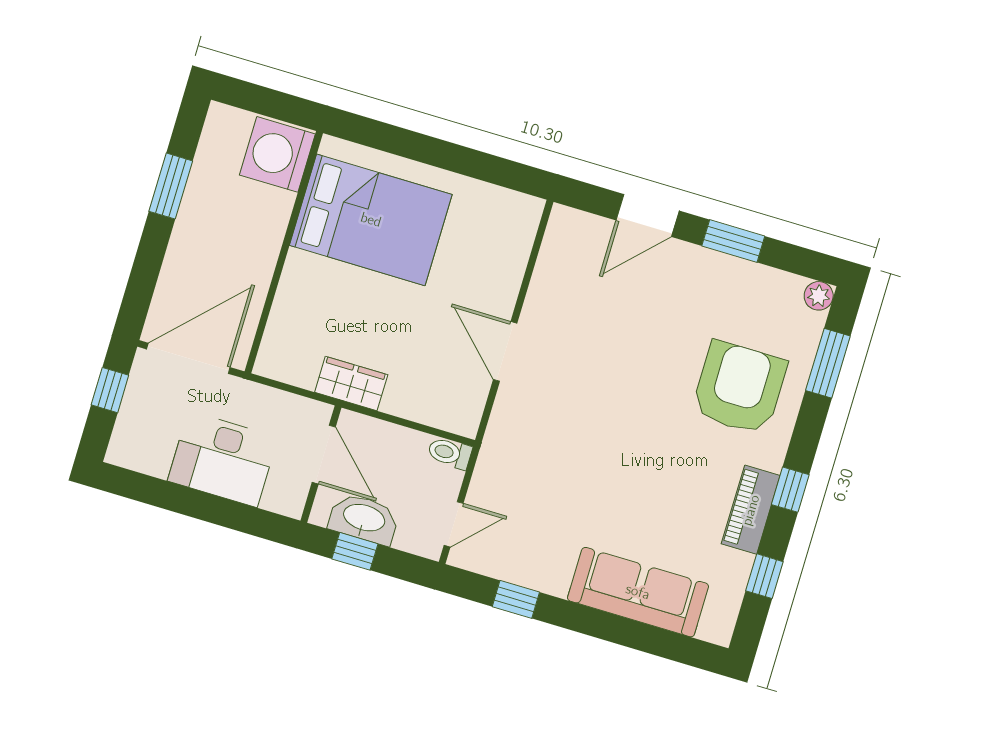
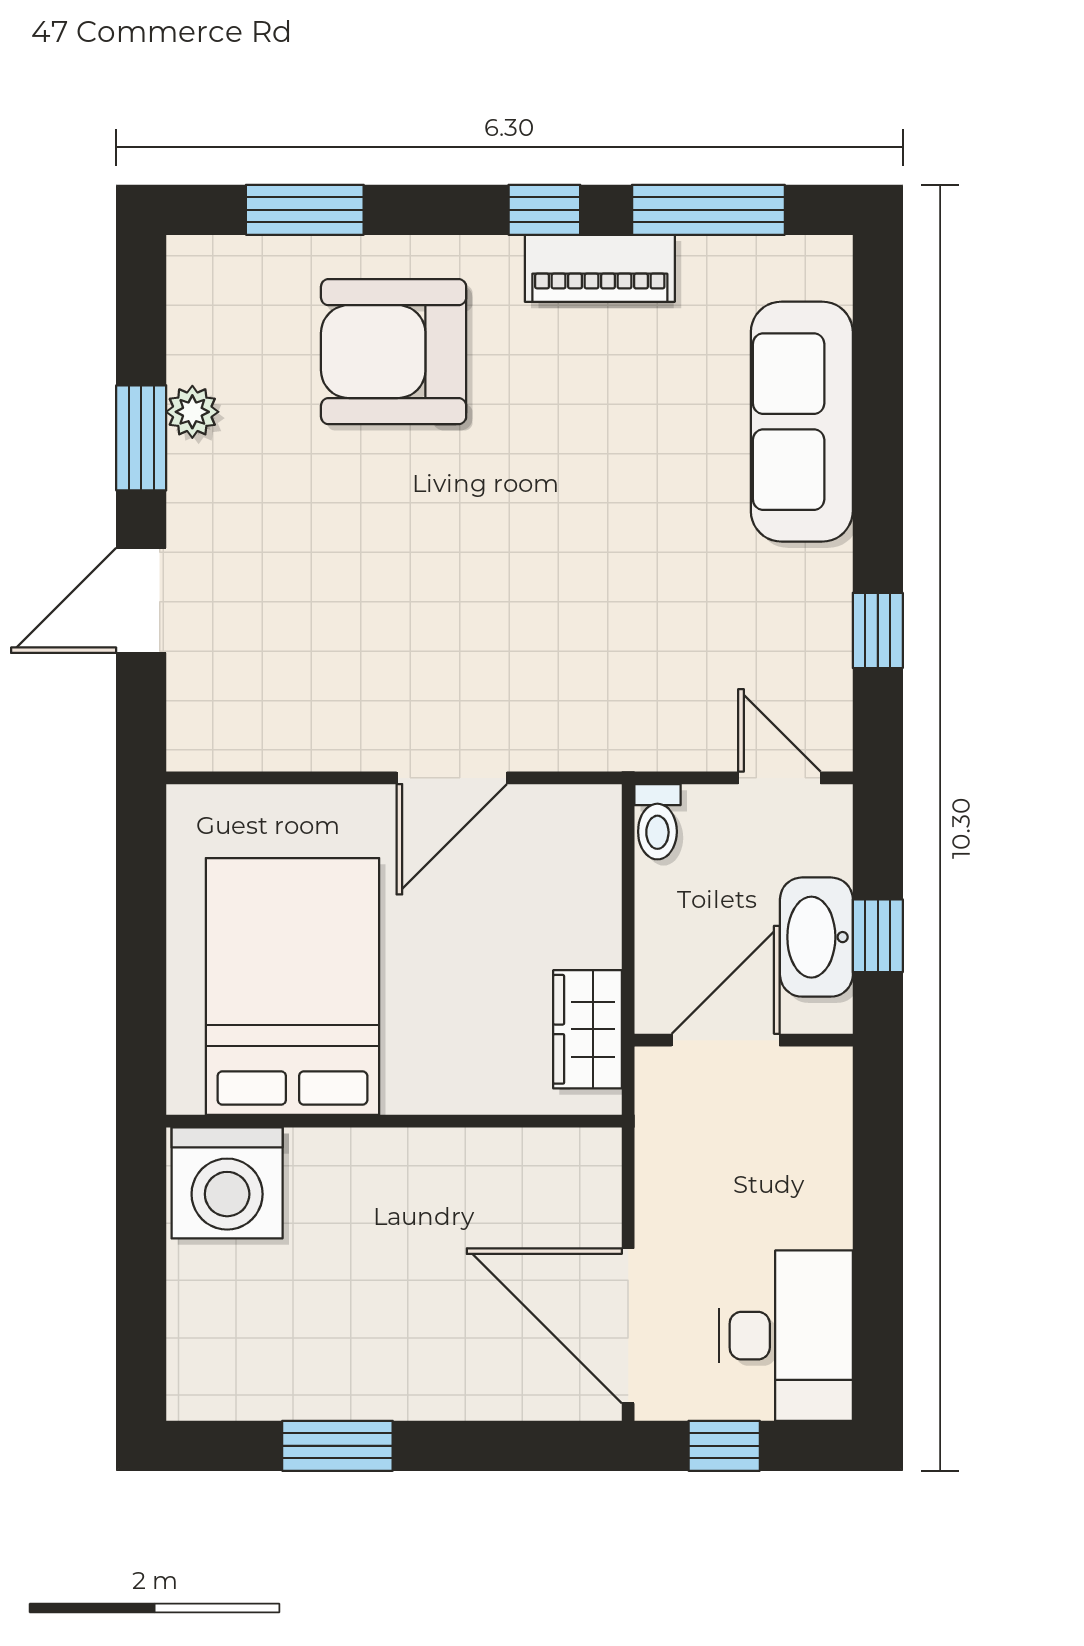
washing machine: (277, 154) -> (227, 1183), moved
door: (648, 215) -> (141, 600), swing flipped
bed: (371, 220) -> (292, 987), moved
wall: (284, 252) -> (394, 1121), moved
plant: (819, 296) -> (192, 412), moved
desk: (223, 459) -> (786, 1336), moved
window: (764, 576) -> (708, 210), width x2.17

